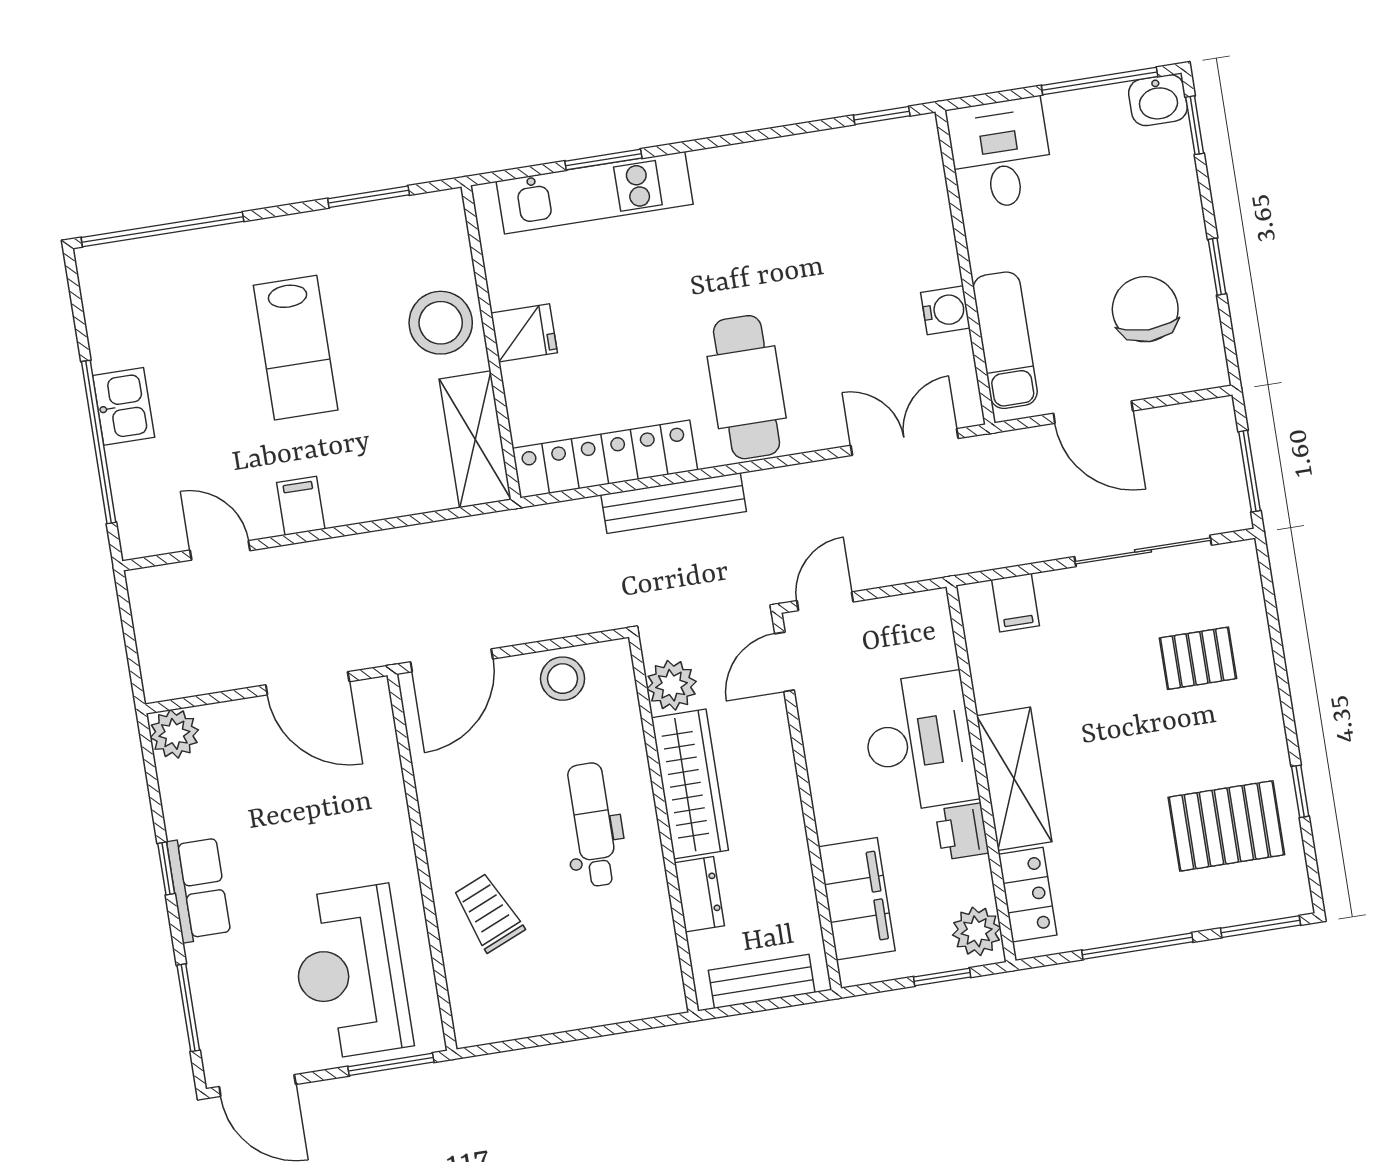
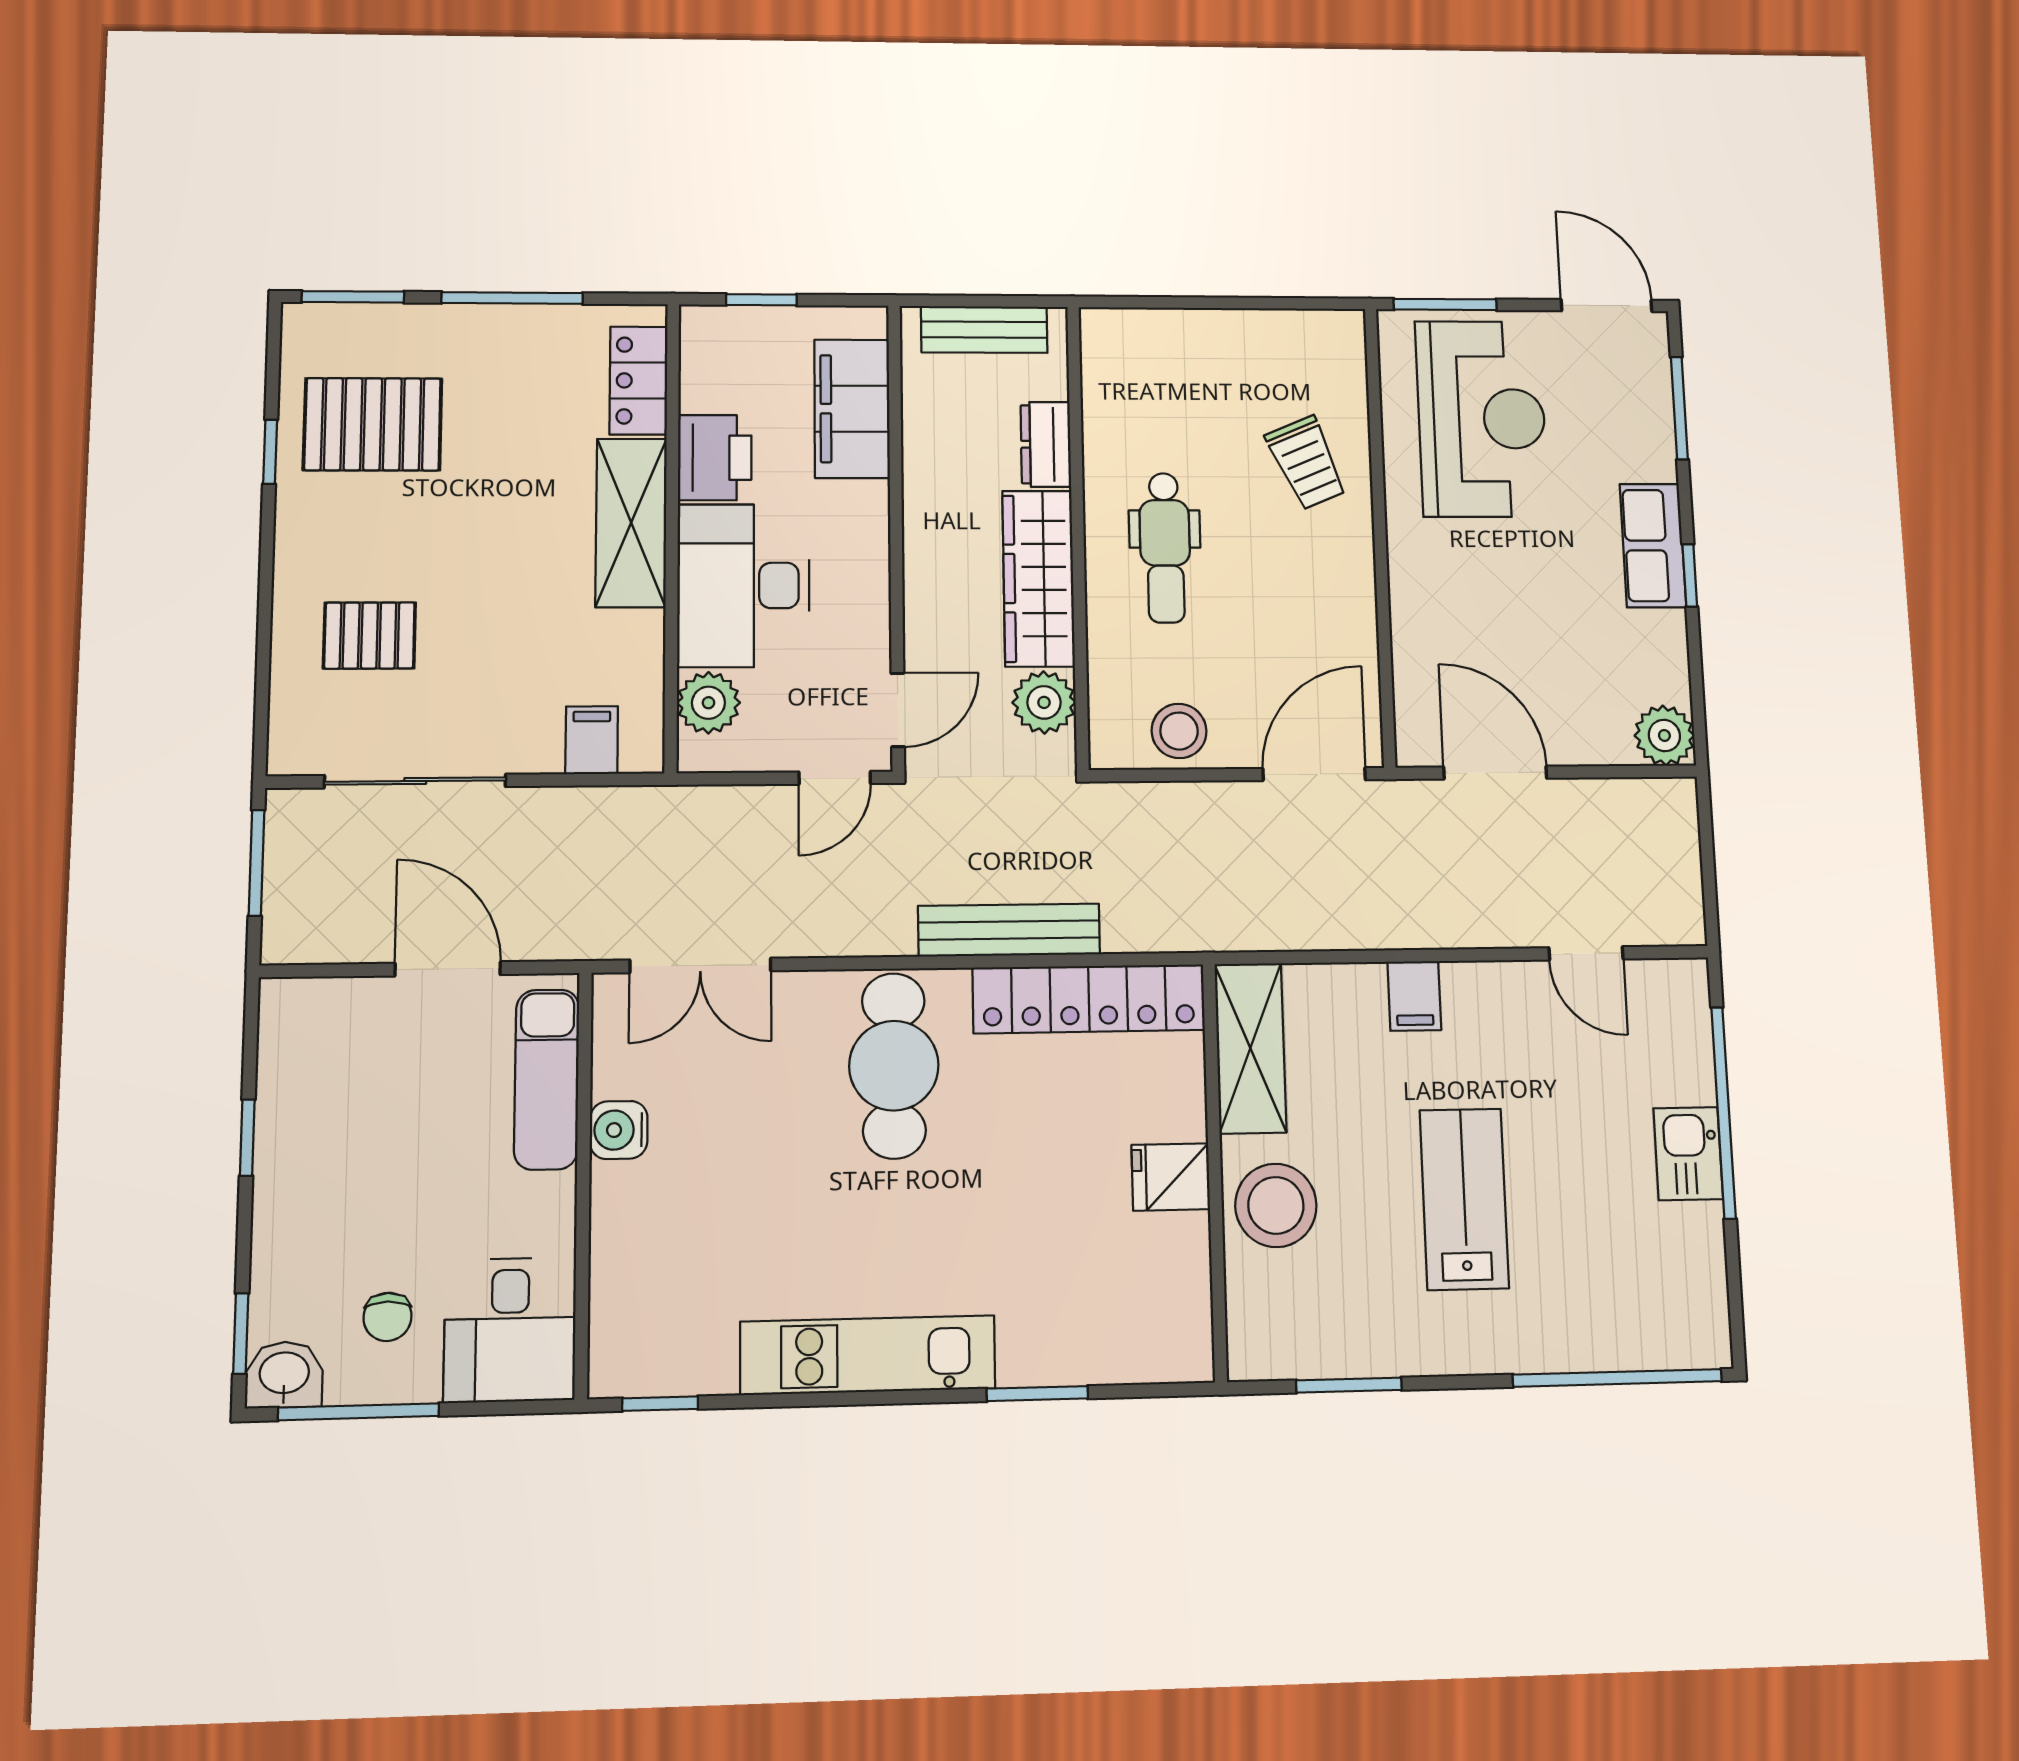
kitchen unit: (595, 193) -> (868, 1355), moved
chair: (1145, 309) -> (388, 1317), moved, width x0.54, depth x0.54
filing cabinet: (301, 506) -> (1414, 996), moved
printer: (962, 831) -> (715, 458), width x1.36, depth x1.24
plant: (977, 931) -> (708, 703), moved

